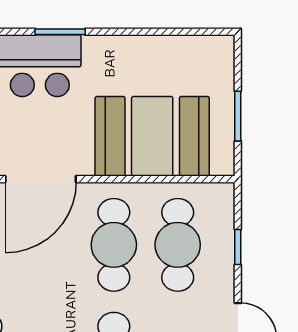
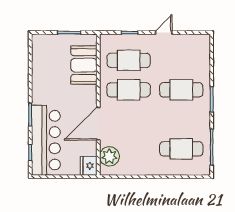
booth: (152, 136) -> (84, 65), width x0.73, depth x0.70
door: (41, 179) -> (98, 124), swing flipped

